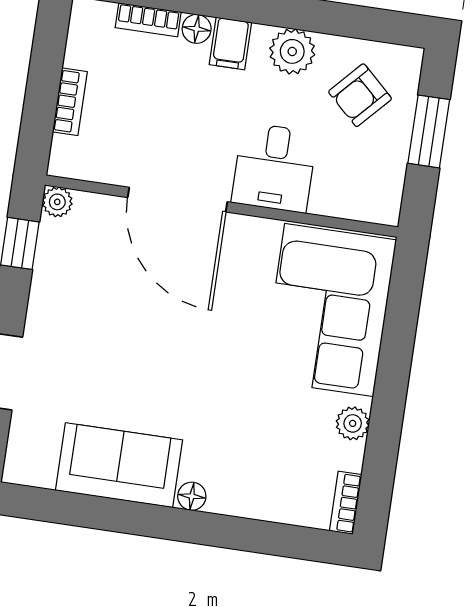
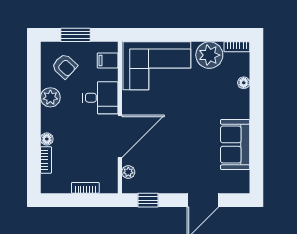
filing cabinet: (230, 43) -> (108, 60), moved, turned 180
plant: (57, 202) -> (128, 172), moved
plant: (353, 423) -> (209, 55), width x1.88, depth x1.88
floor lamp: (192, 496) -> (244, 83), moved

